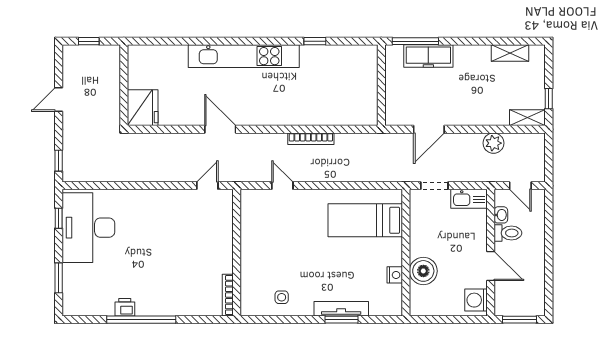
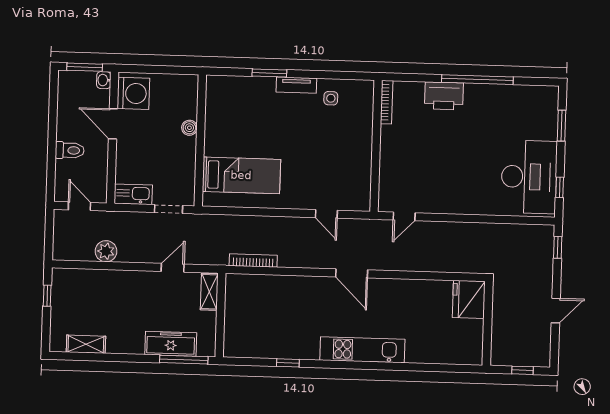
kitchen unit: (244, 56) -> (362, 350), width x0.73
shelving: (527, 118) -> (209, 292), moved, turned 90
door: (220, 129) -> (352, 273), moved
door: (429, 129) -> (173, 268), width x0.73
bookcase: (311, 139) -> (253, 260), moved
washbasin: (501, 215) -> (104, 80), moved
toilet: (508, 233) -> (70, 150), moved, turned 180
boiler: (423, 271) -> (189, 128), width x0.54, depth x0.54
nightstand: (395, 275) -> (213, 118), removed
washing machine: (476, 300) -> (133, 93), width x1.37, depth x1.37
printer: (125, 307) -> (444, 96), moved, width x1.87, depth x1.48
tv unit: (341, 309) -> (296, 85), moved, width x0.71

